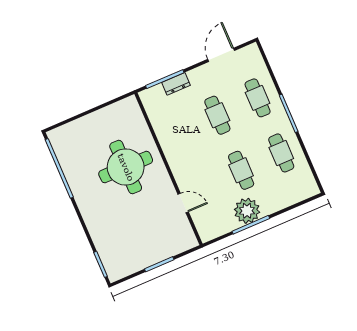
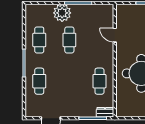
dresser: (176, 84) -> (105, 112), moved
cafe table: (217, 115) -> (99, 81), moved
plant: (247, 211) -> (62, 13), moved

